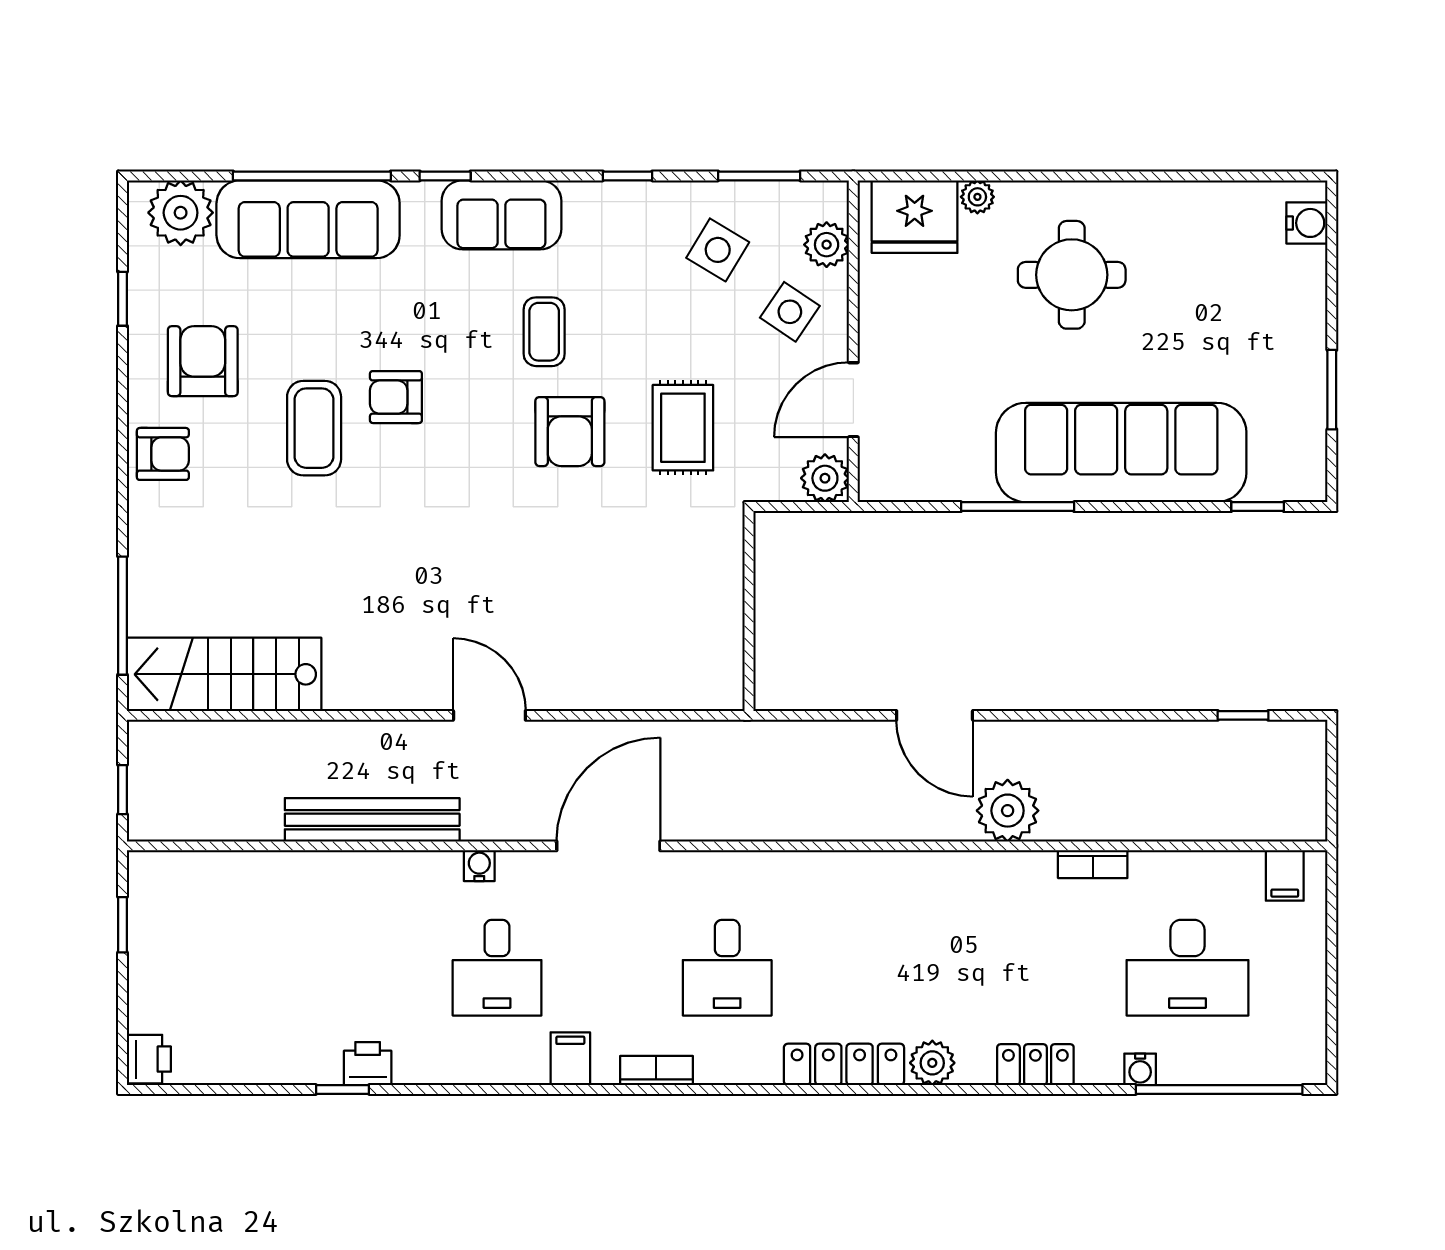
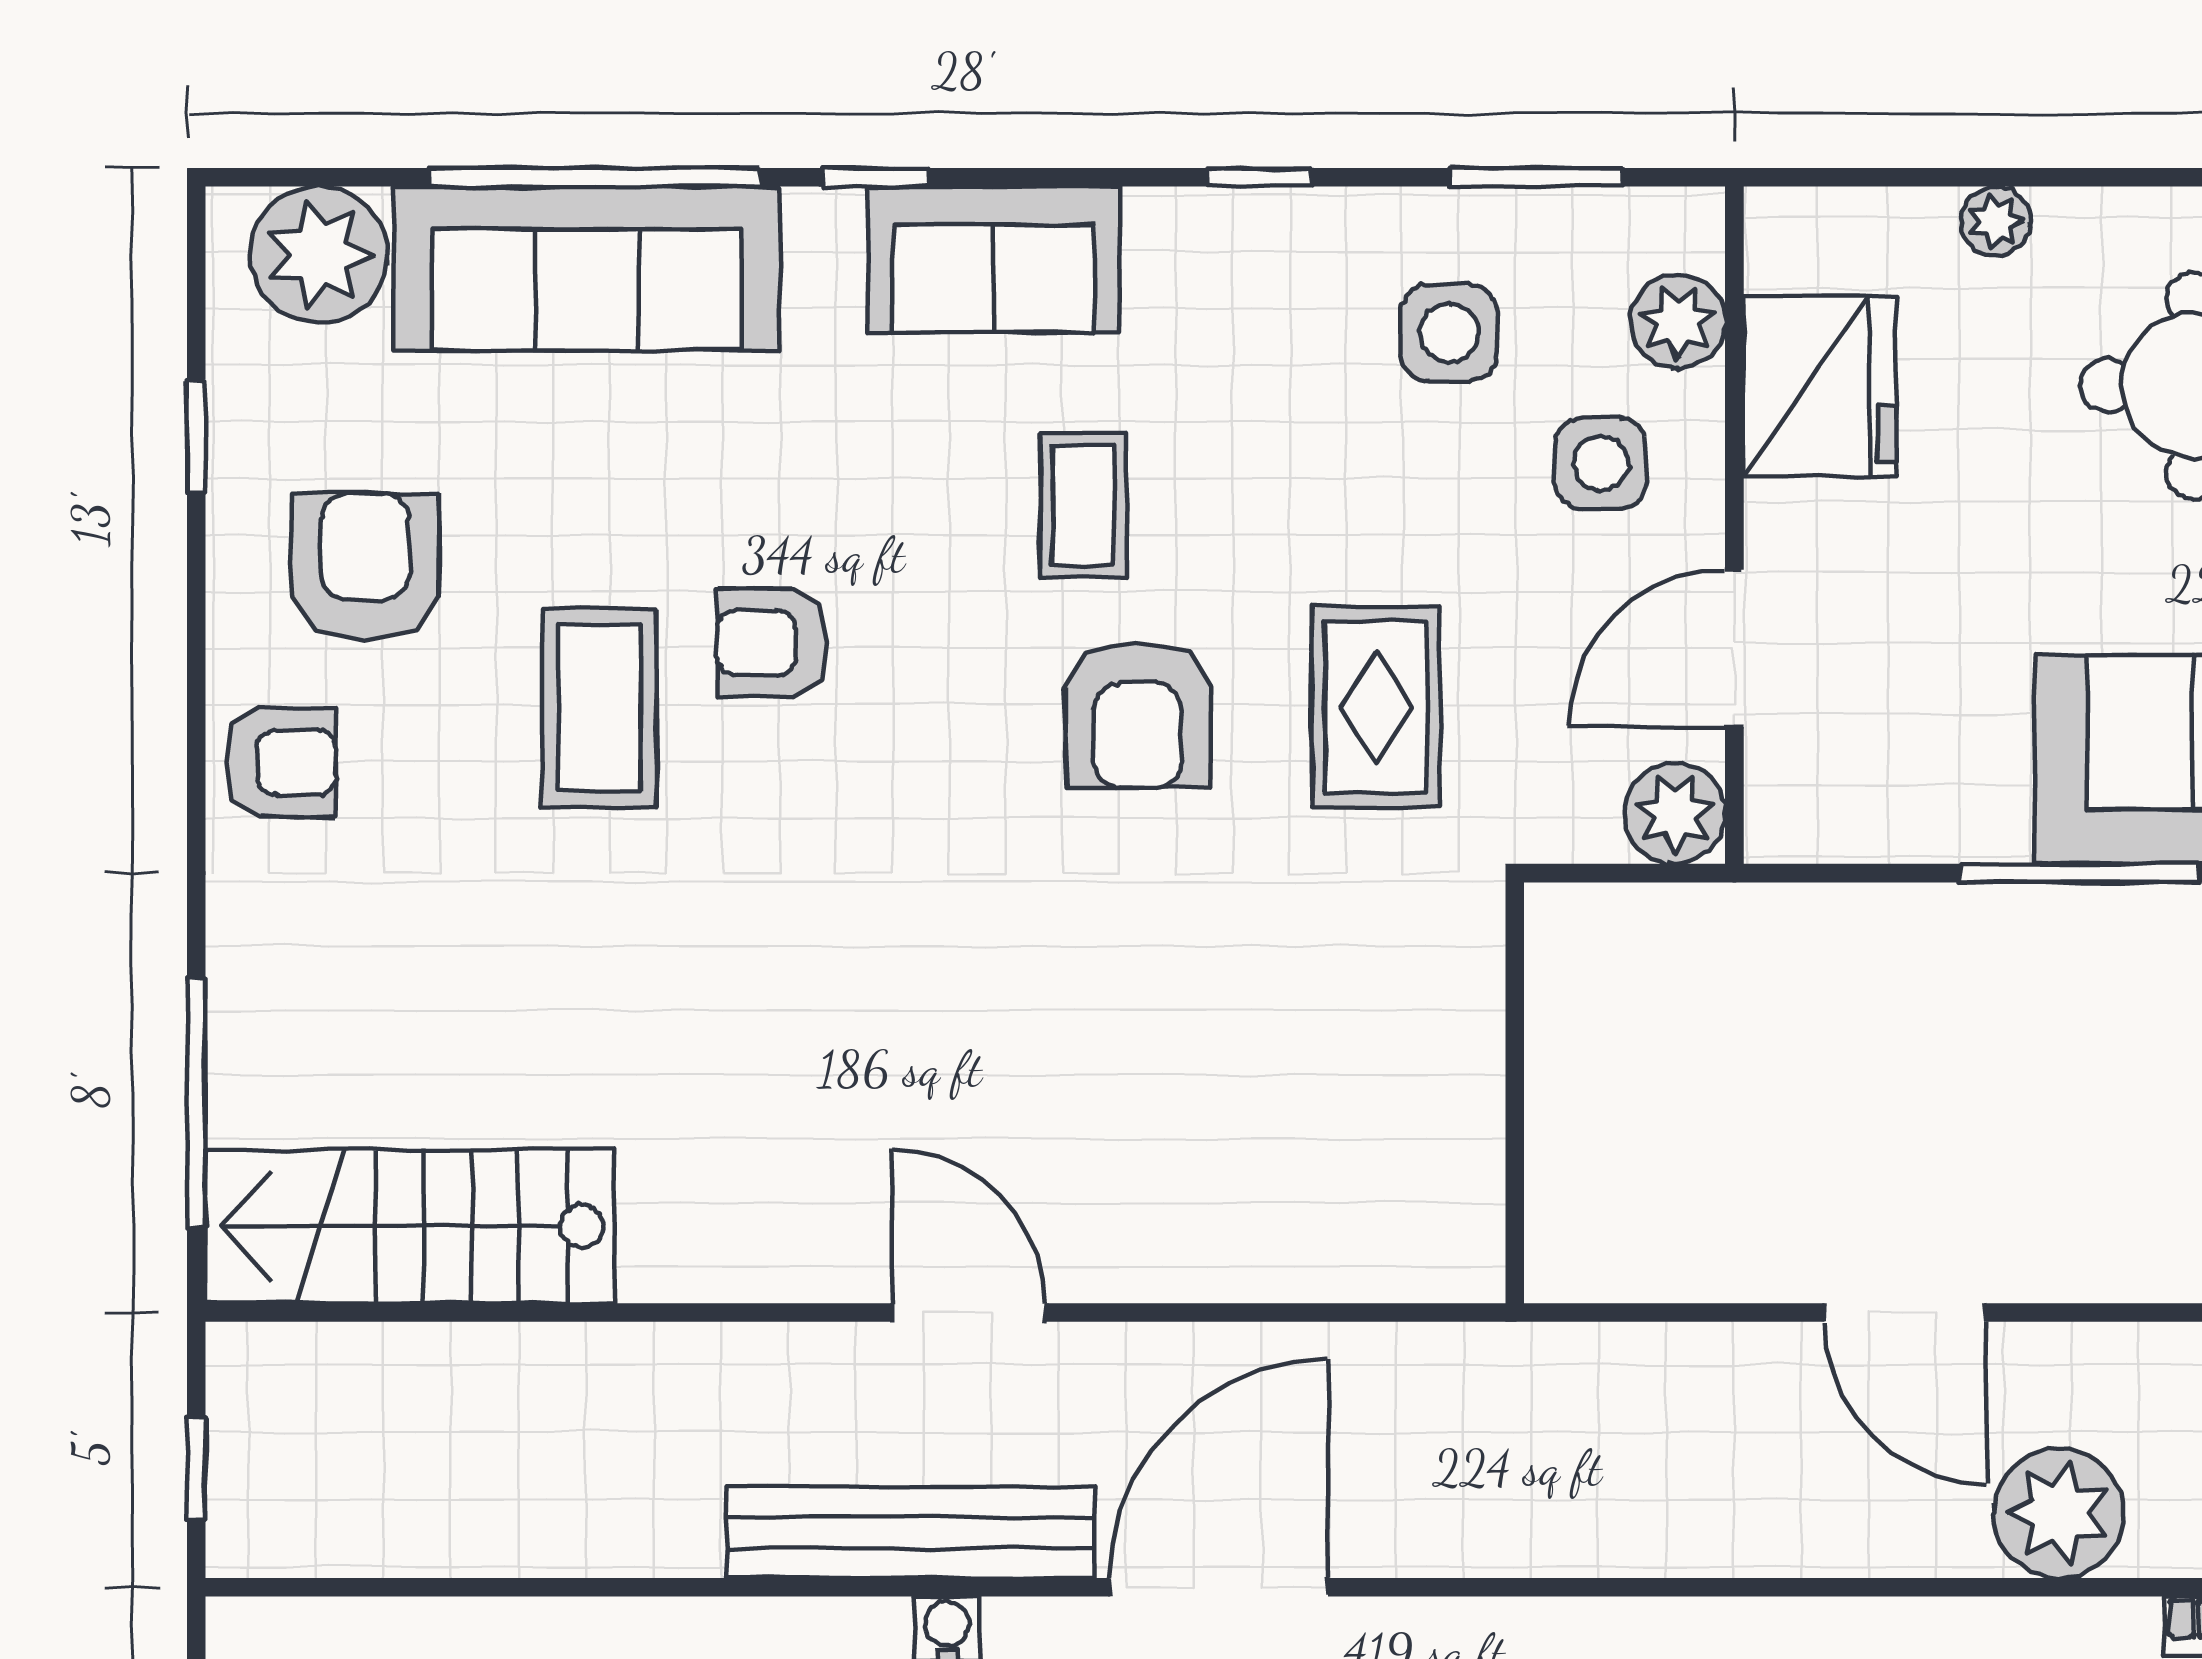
fridge: (915, 217) -> (1820, 386), moved, turned -90
side table: (718, 250) -> (1449, 333), turned -31
side table: (790, 312) -> (1601, 463), turned -34
bench: (372, 820) -> (911, 1532), moved

